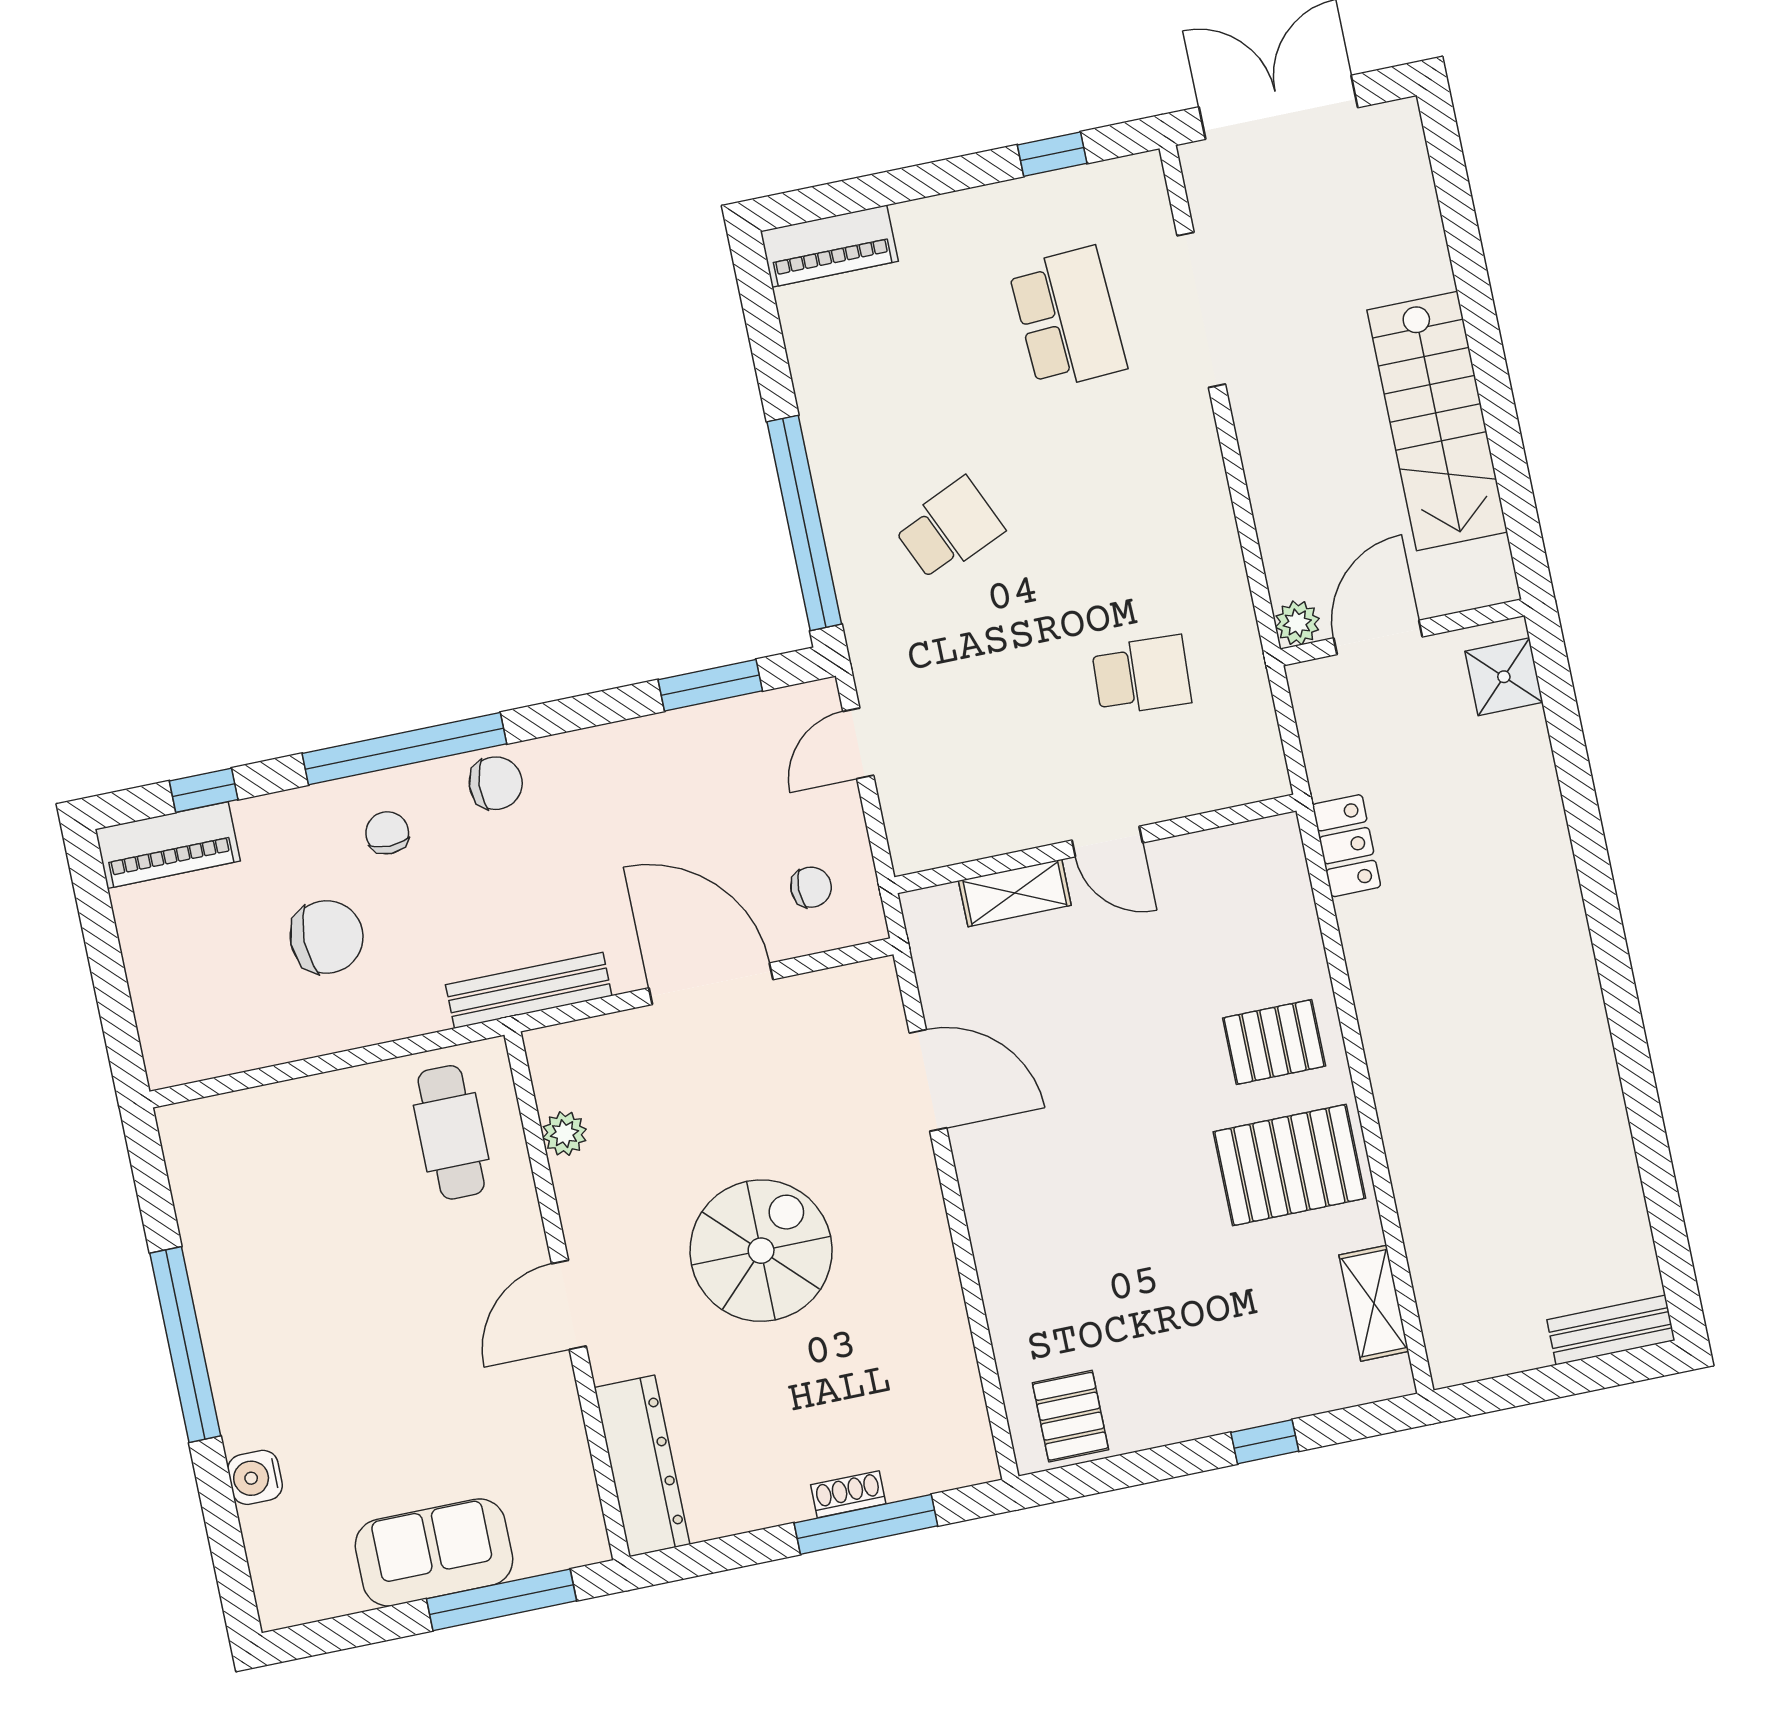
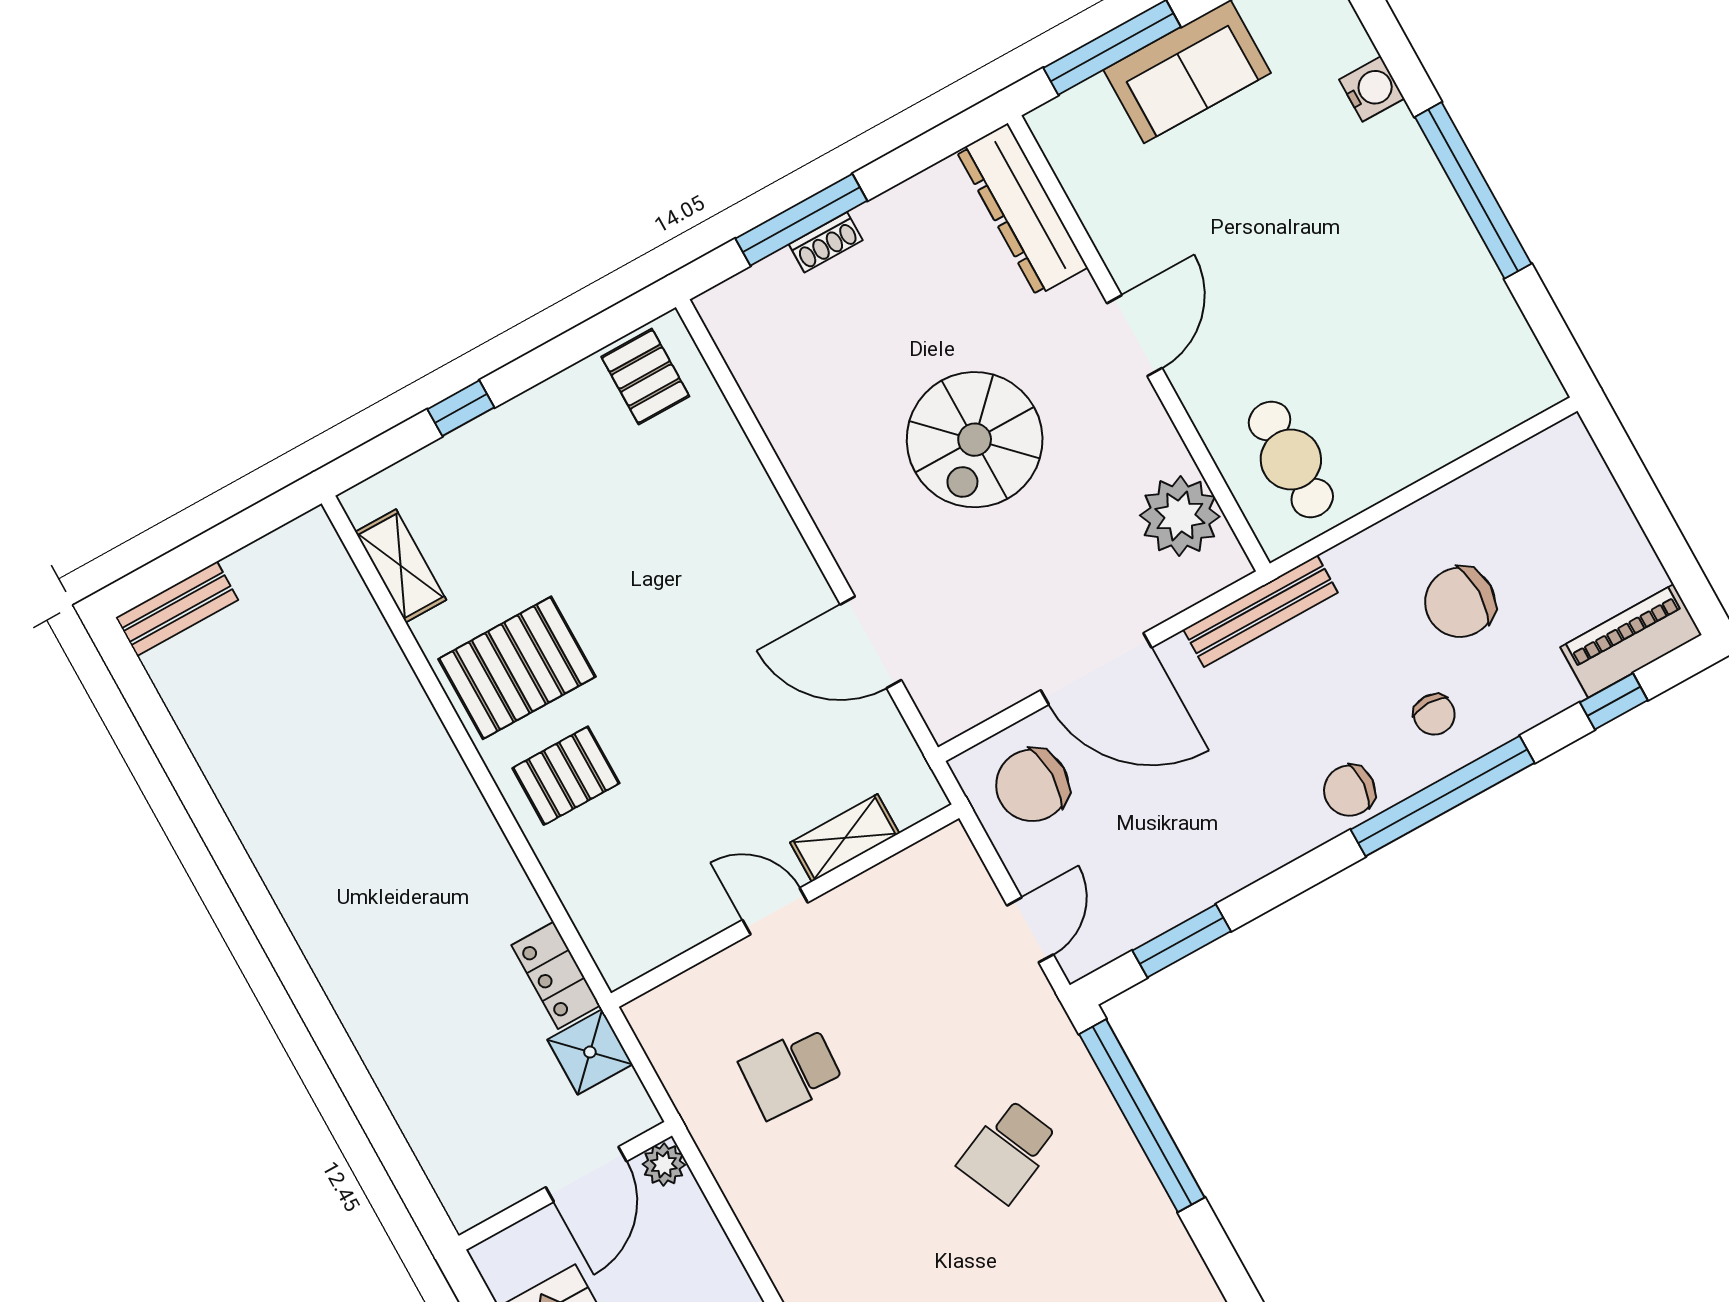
shower: (1504, 677) -> (590, 1052), moved
chair: (811, 887) -> (1032, 785), width x1.87, depth x1.87
plant: (565, 1134) -> (1180, 516), width x1.87, depth x1.87

